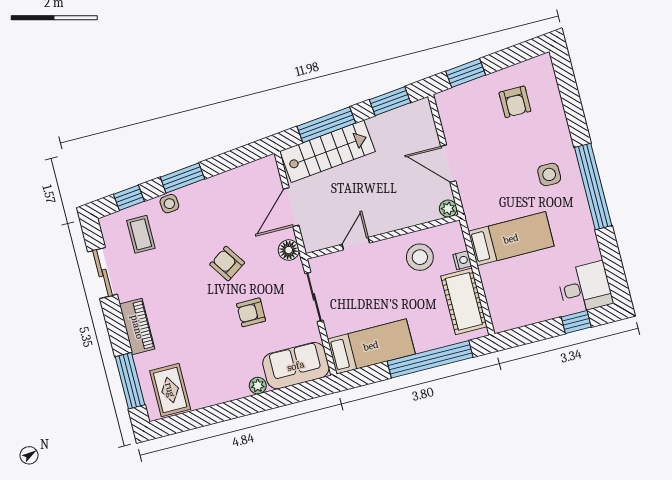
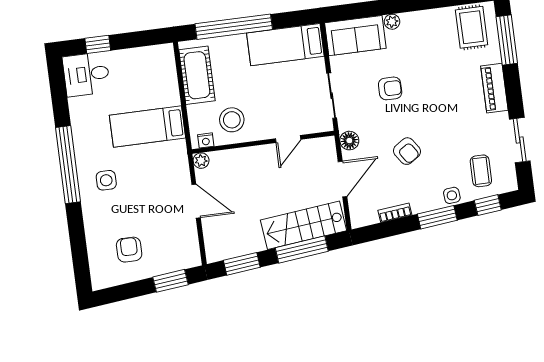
bookcase: (229, 177) -> (395, 213), added
nightstand: (462, 260) -> (206, 140), moved, turned -90
armchair: (227, 264) -> (407, 151), moved

